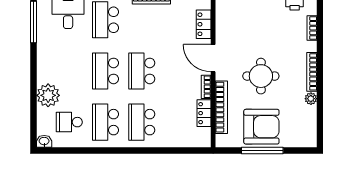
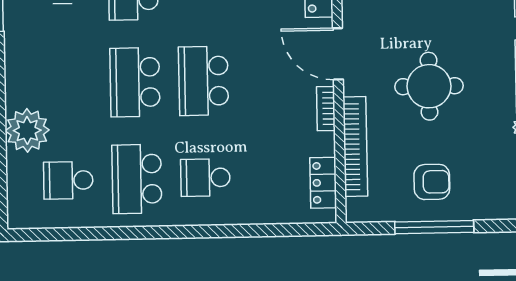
locker: (204, 113) -> (323, 183), moved
school desk: (142, 122) -> (205, 178), width x0.54
armchair: (261, 127) -> (432, 182), width x0.53, depth x0.53
washbasin: (44, 141) -> (21, 218), removed

